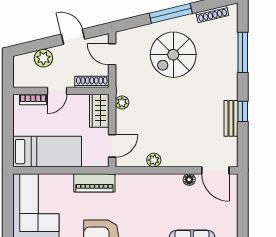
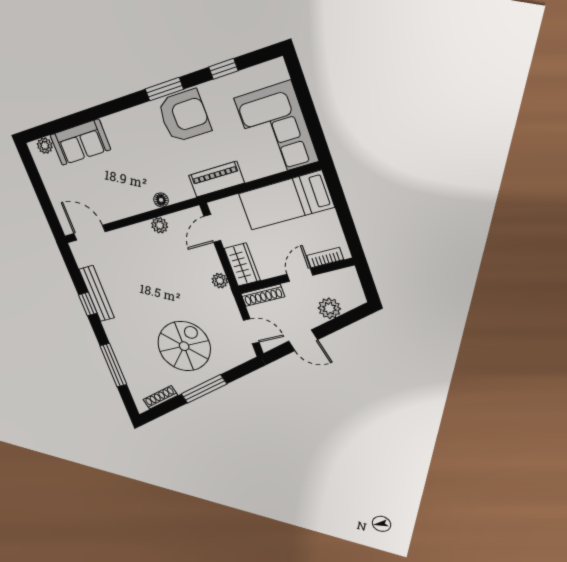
bench: (231, 118) -> (97, 294), width x1.36
floor lamp: (189, 180) -> (161, 200), moved

